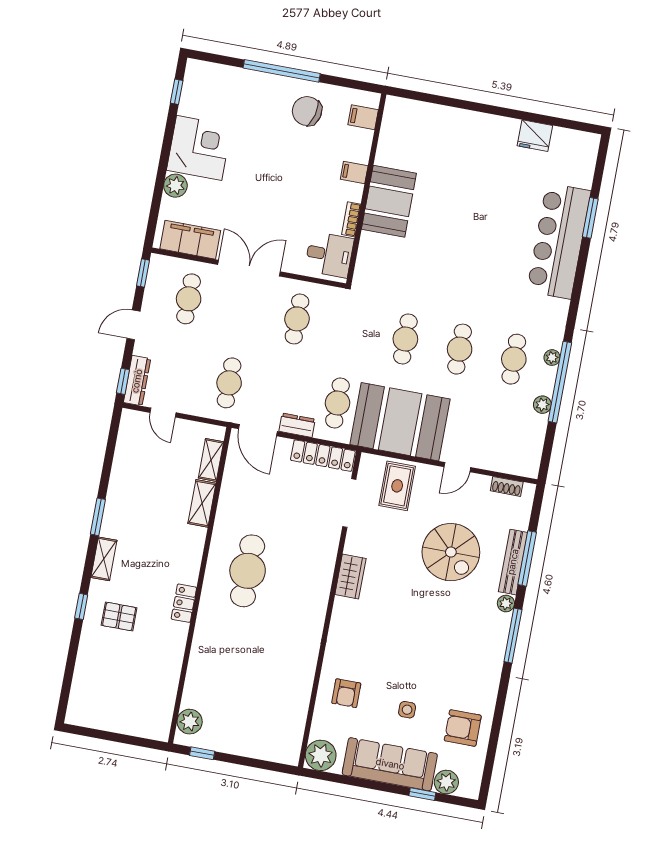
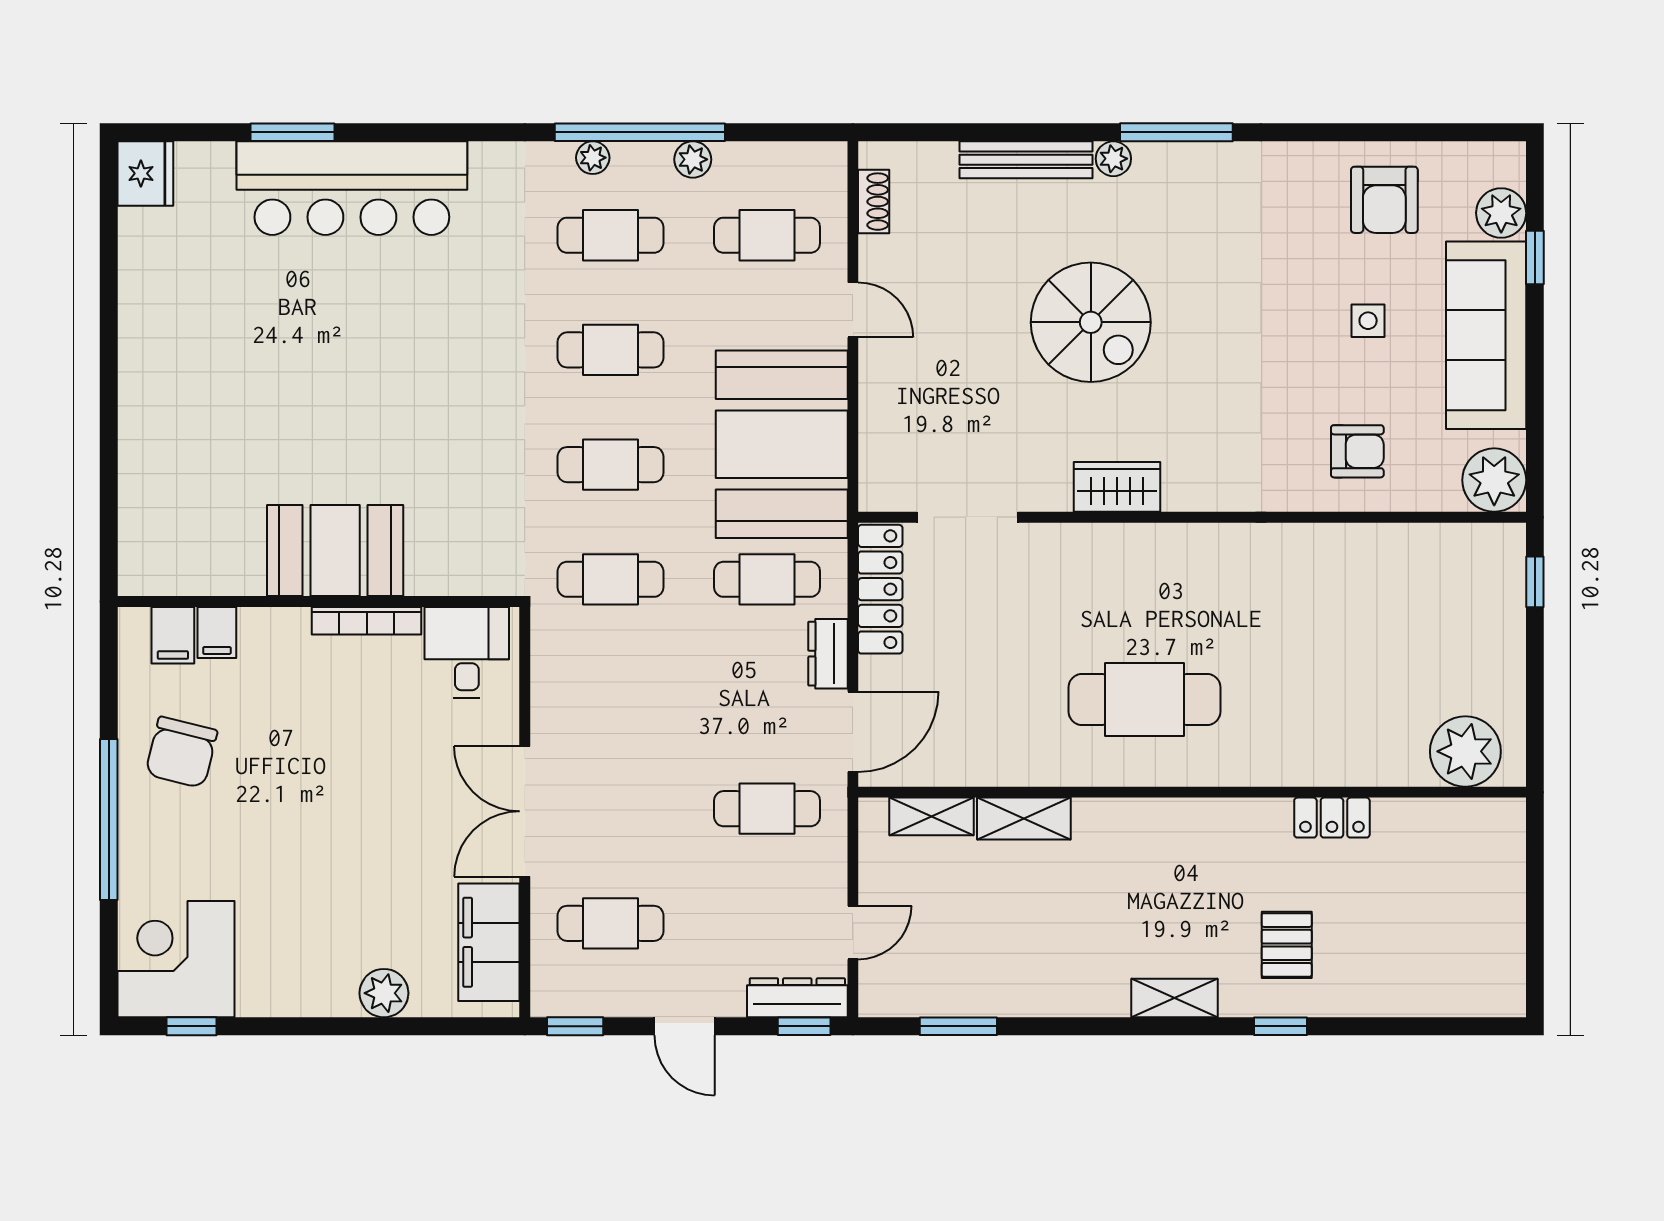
fridge: (535, 136) -> (145, 173), moved
corner desk: (199, 148) -> (176, 959), moved
filing cabinet: (354, 172) -> (217, 632), moved
bookcase: (351, 219) -> (367, 621), width x1.56
cafe table: (297, 319) -> (611, 579), moved
cafe table: (500, 433) -> (767, 235), added
rug: (397, 486) -> (914, 426), removed
window: (98, 517) -> (958, 1026), moved
spiral stairs: (451, 552) -> (1091, 322), moved, turned 90
window: (527, 558) -> (1013, 132), removed
locker: (184, 603) -> (1332, 818), moved
plant: (190, 722) -> (1465, 751), width x1.36, depth x1.36
window: (202, 753) -> (1535, 582), moved

